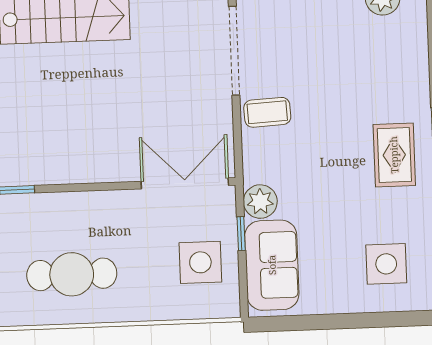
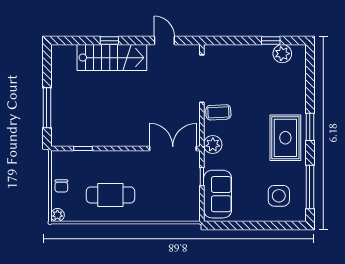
rug: (394, 155) -> (285, 138), width x1.36, depth x1.43
plant: (260, 202) -> (213, 145), moved
side table: (200, 262) -> (180, 191), removed

